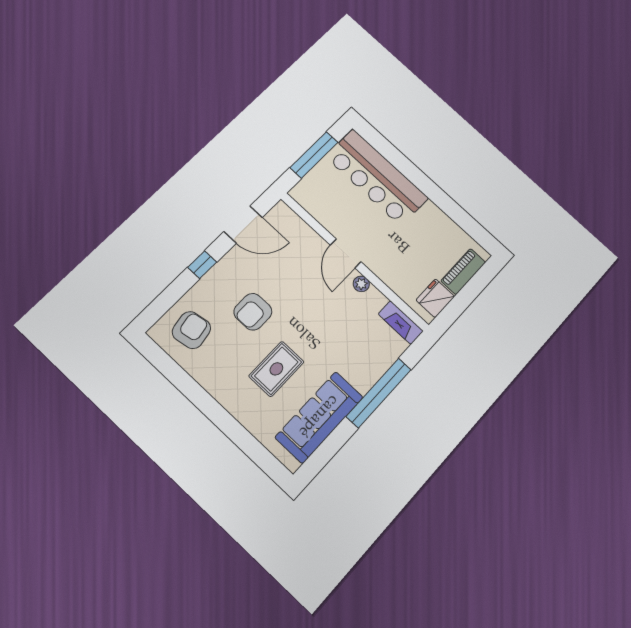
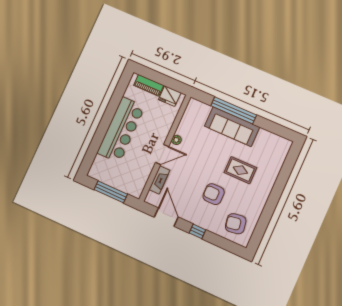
bar counter: (377, 177) -> (121, 130), moved
armchair: (253, 312) -> (214, 194), turned 180
fireplace: (401, 323) -> (159, 180), moved
sofa: (319, 417) -> (232, 127), moved

